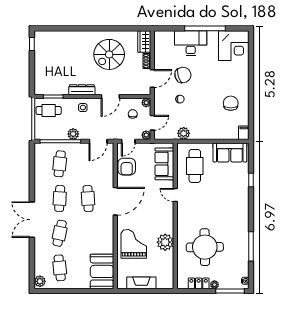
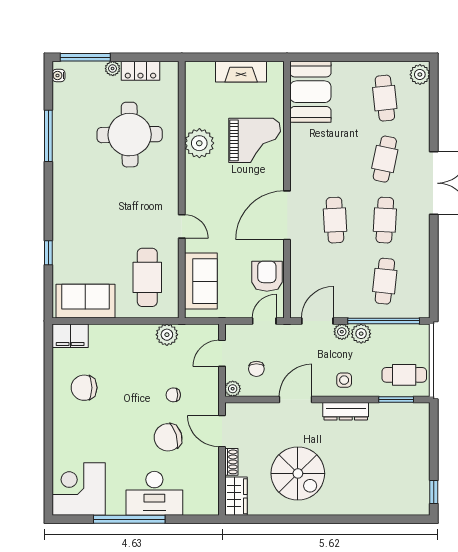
spiral stairs: (109, 54) -> (298, 473), turned 90
door: (152, 79) -> (222, 431), hinge flipped
chair: (231, 103) -> (84, 388), turned 90
filing cabinet: (244, 133) -> (70, 336), width x2.00
plant: (146, 135) -> (342, 332), moved
grand piano: (134, 244) -> (255, 140), turned -90

